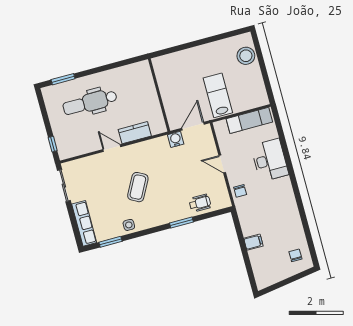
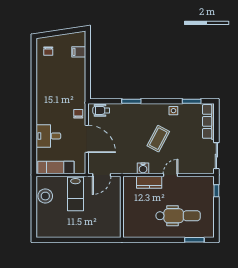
stool: (246, 56) -> (45, 196), moved
water cooler: (176, 139) -> (143, 168), moved
door: (112, 148) -> (171, 175), swing flipped
desk: (270, 160) -> (48, 136), width x0.73
door: (222, 164) -> (87, 139), width x1.87
wheelchair: (200, 203) -> (101, 110), moved
filing cabinet: (253, 242) -> (79, 52), moved

